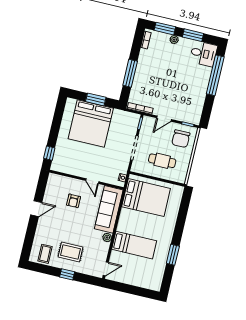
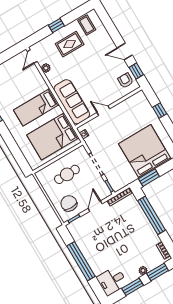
window: (130, 73) -> (151, 215), width x1.46
window: (215, 75) -> (81, 261), moved
window: (96, 99) -> (149, 178), moved
window: (49, 153) -> (160, 110), moved
window: (41, 187) -> (136, 71), added
armchair: (74, 201) -> (125, 81), moved
door: (36, 209) -> (125, 52), hinge flipped
plant: (107, 237) -> (46, 68), moved
bed: (134, 245) -> (36, 107), moved

